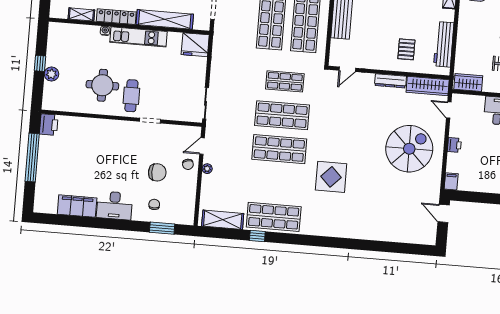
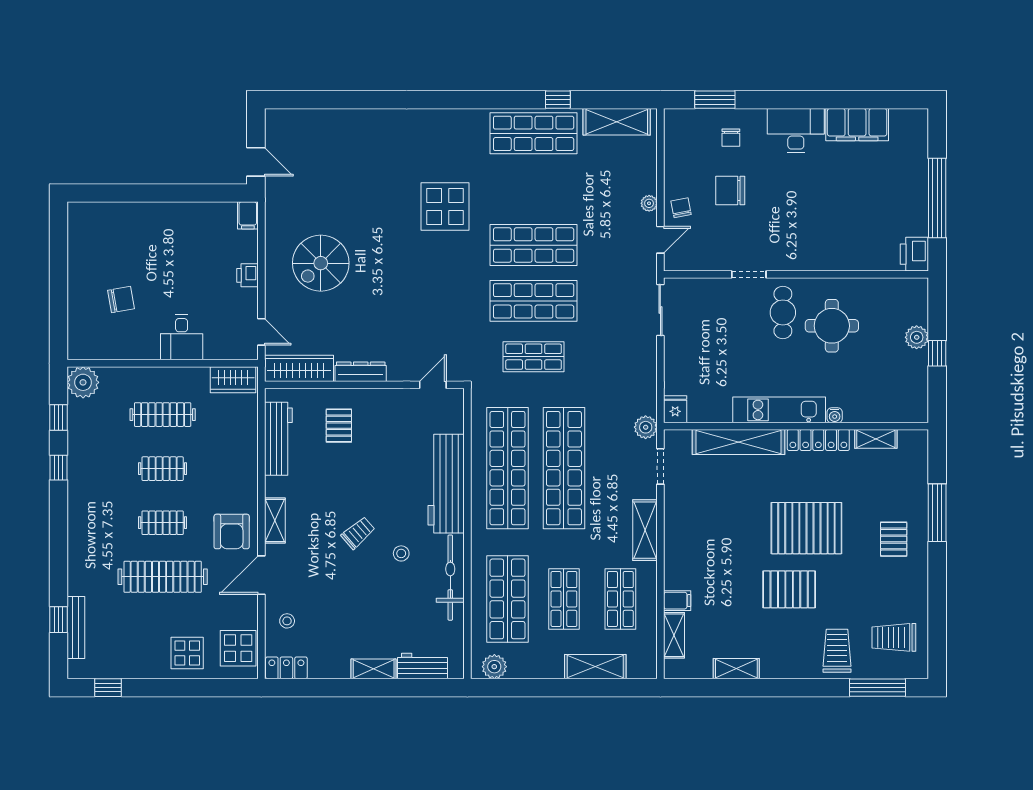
plant: (220, 33) -> (646, 427), added
fridge: (195, 45) -> (675, 409), width x0.53, depth x0.75
spiral stairs: (409, 149) -> (321, 263), width x0.73, depth x0.73

